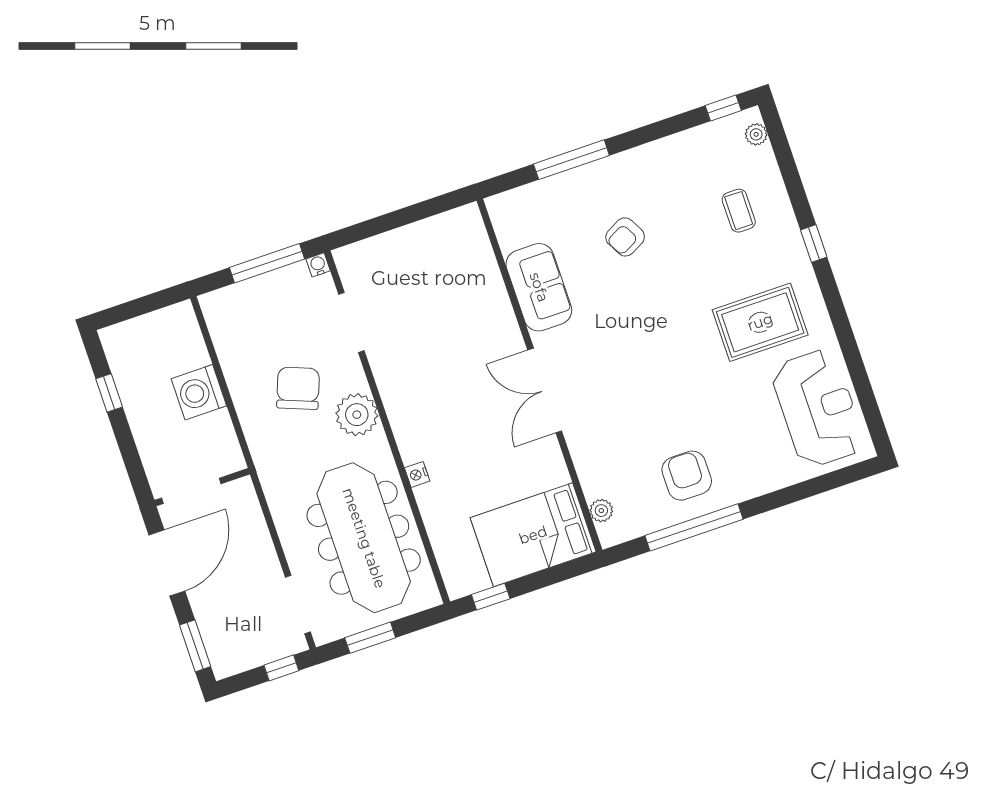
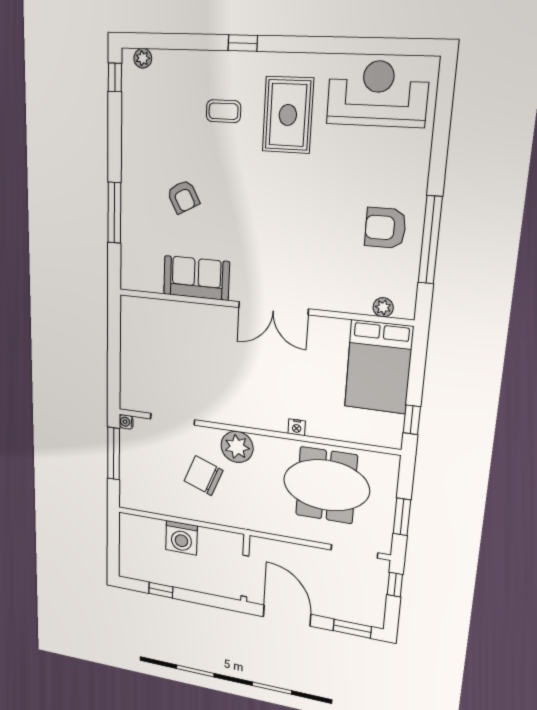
coffee table: (739, 211) -> (223, 111), moved
meeting table: (364, 538) -> (326, 485), width x0.73

